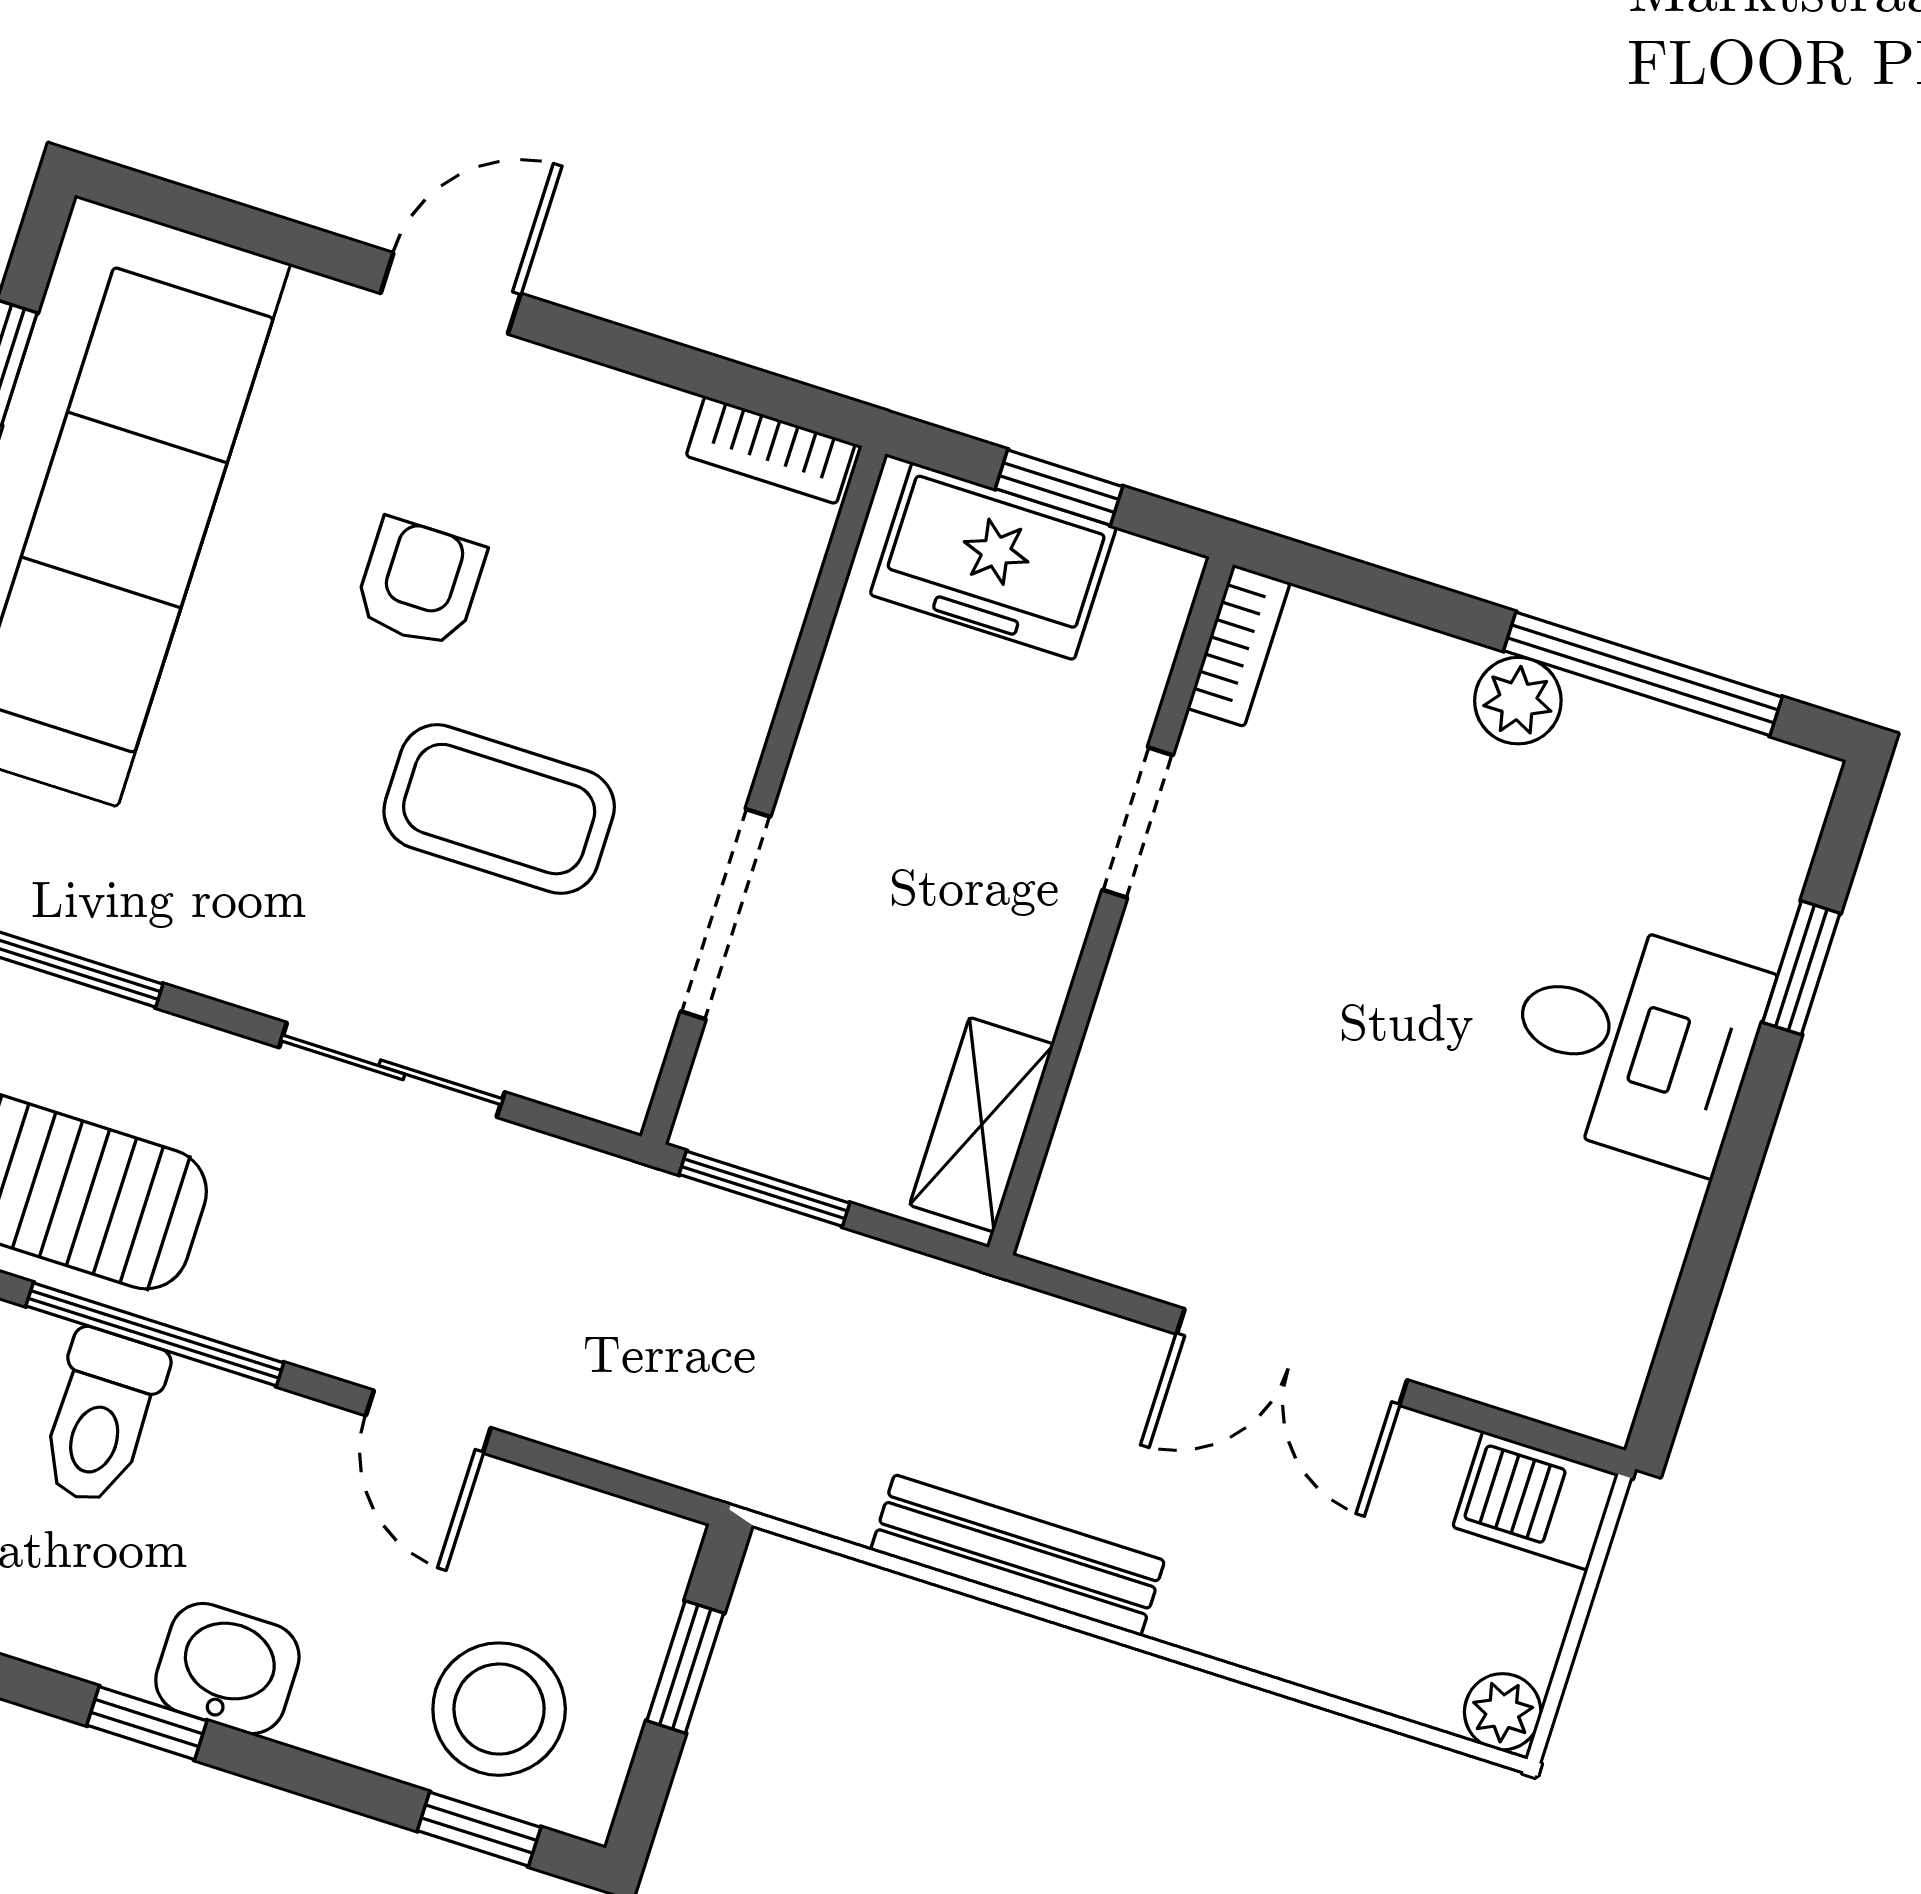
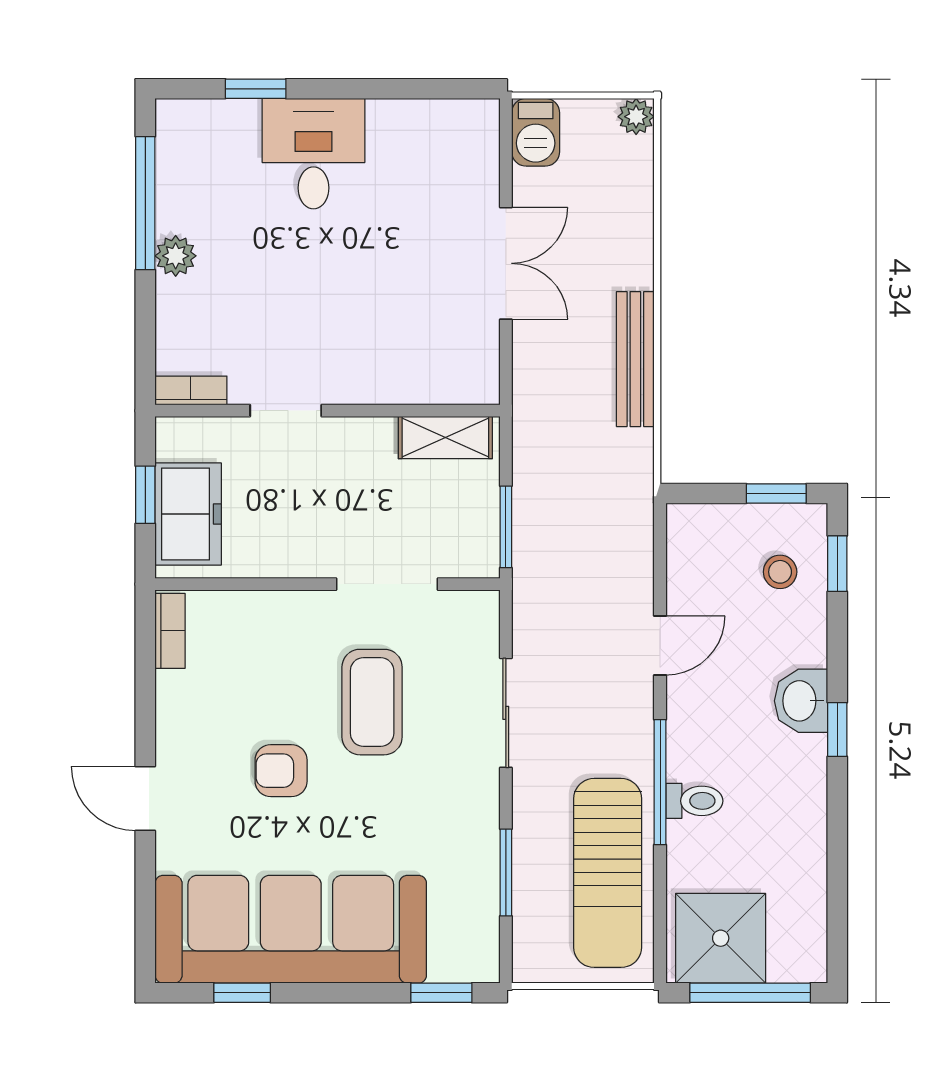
toilet: (101, 1417) -> (694, 801), width x0.73, depth x0.72
window: (685, 1667) -> (776, 494), moved
stool: (499, 1709) -> (780, 572), width x0.53, depth x0.53

